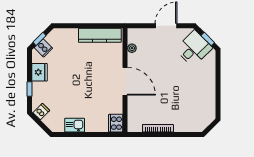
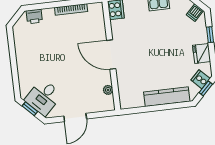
kitchen counter: (100, 35) -> (167, 97), moved
printer: (193, 126) -> (34, 16), added

